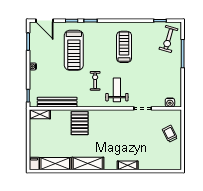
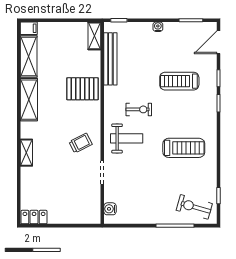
treadmill: (74, 50) -> (179, 81), width x0.73, depth x0.73
trolley: (170, 134) -> (81, 143), moved
locker: (176, 160) -> (34, 217), added

